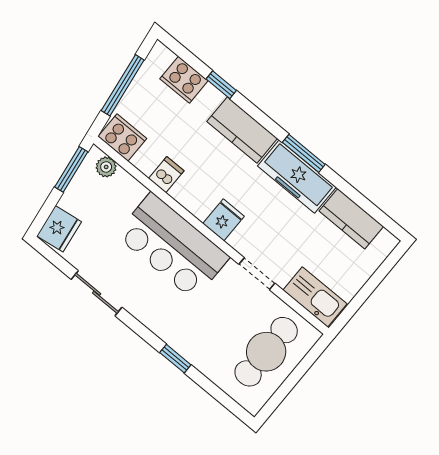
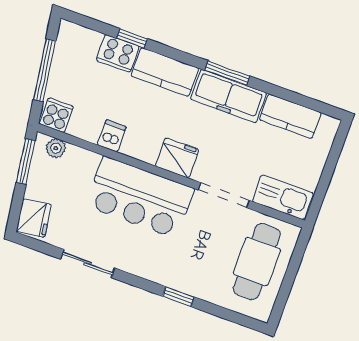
cooker: (184, 80) -> (118, 53), moved
cooker: (122, 138) -> (56, 115), width x0.73
fridge: (224, 220) -> (177, 158), width x1.38
doorway: (257, 274) -> (224, 195), width x1.38

